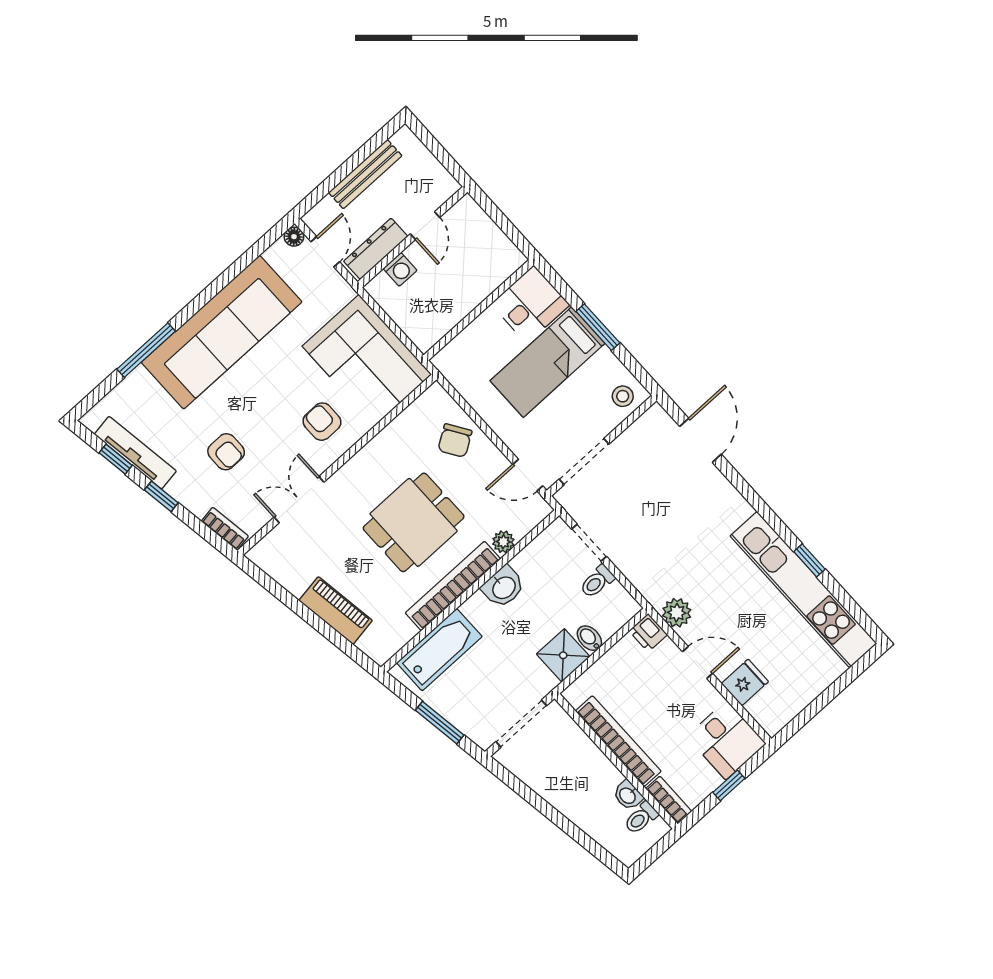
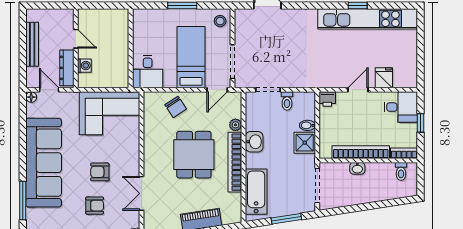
desk: (530, 304) -> (148, 72), moved, turned 180
bed: (547, 362) -> (191, 57), moved, turned 180
armchair: (322, 422) -> (100, 172), moved
plant: (677, 613) -> (330, 80), removed
washbasin: (628, 795) -> (357, 168), moved

